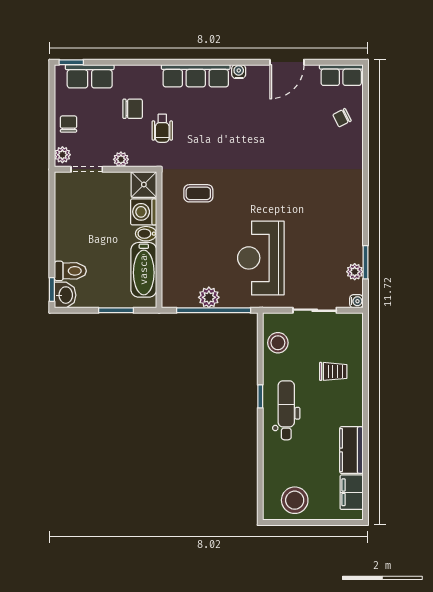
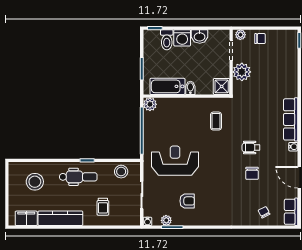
row of seats: (90, 76) -> (290, 52), removed
chair: (133, 109) -> (252, 173), moved
wheelchair: (162, 128) -> (251, 148), moved
plant: (121, 159) -> (242, 72), width x1.88, depth x1.88
washing machine: (144, 212) -> (182, 38), moved, turned 180
armchair: (324, 239) -> (187, 201), added
washbasin: (65, 295) -> (200, 36), moved
plant: (209, 297) -> (150, 104), moved
kitchen counter: (351, 450) -> (60, 218), width x1.50
stool: (295, 500) -> (35, 182), moved

